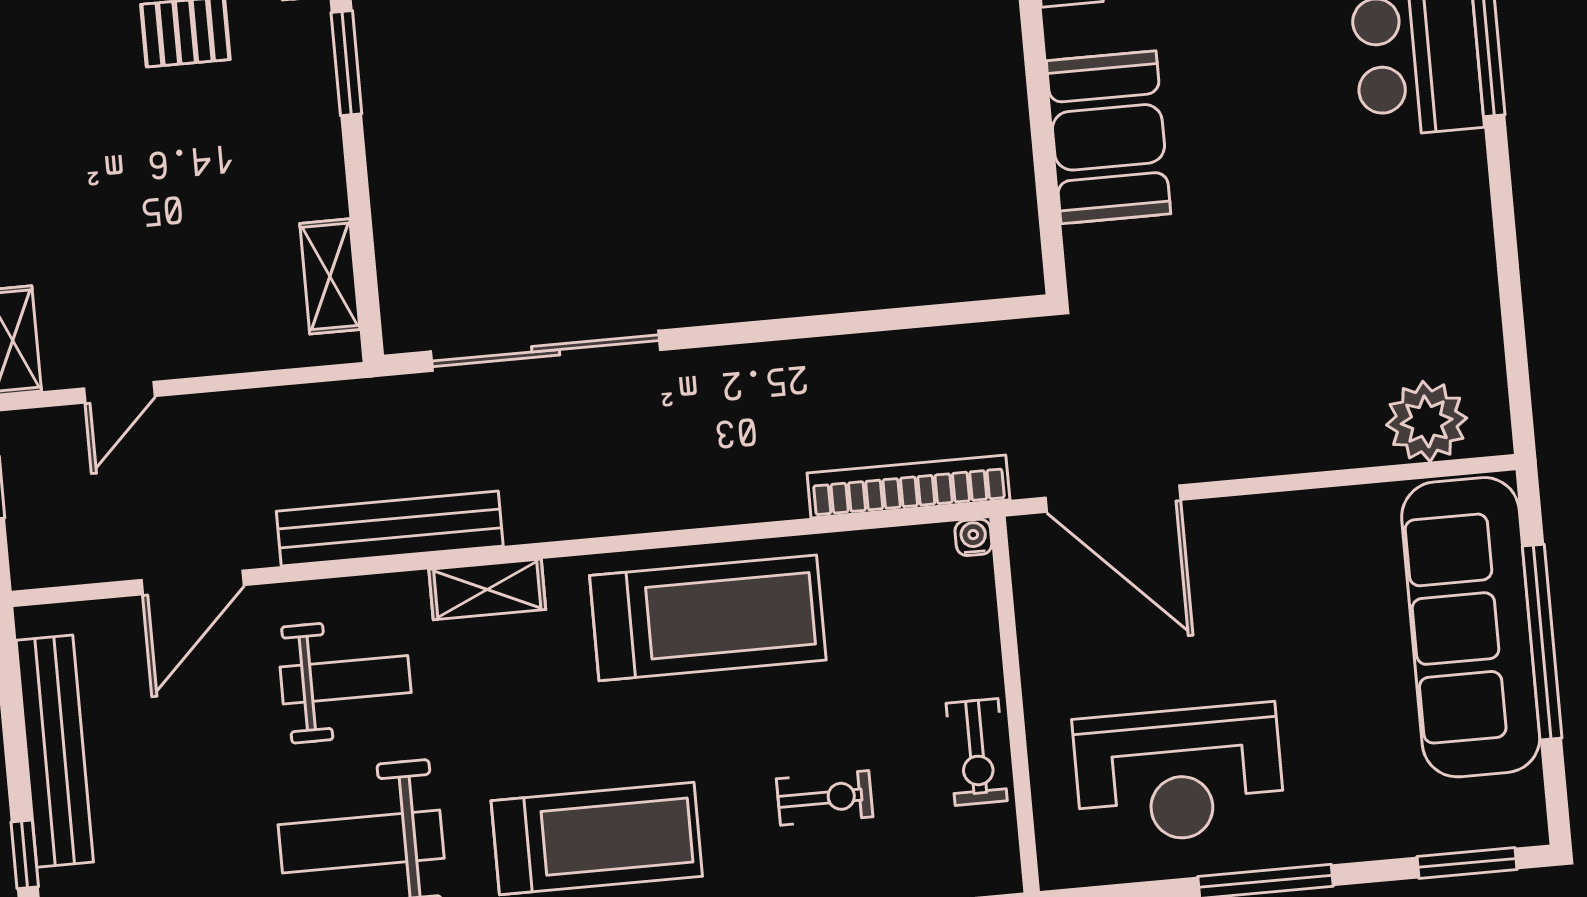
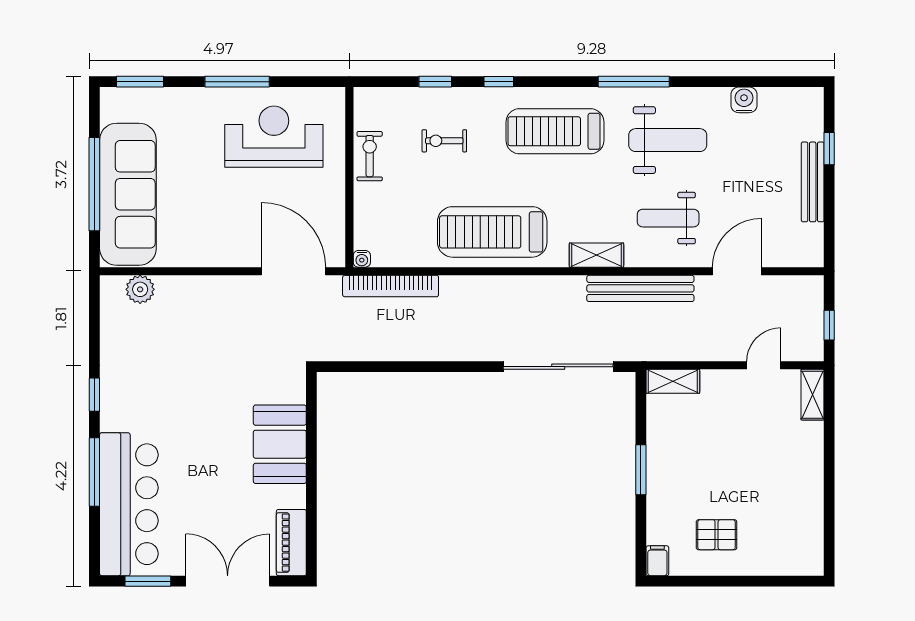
window: (346, 63) -> (641, 470), moved
window: (1502, 205) -> (94, 395), added
shelving: (330, 276) -> (673, 381), moved, turned 90
plant: (1427, 421) -> (140, 289), width x0.73, depth x0.73
bench: (55, 751) -> (813, 182), width x0.73, depth x0.82

